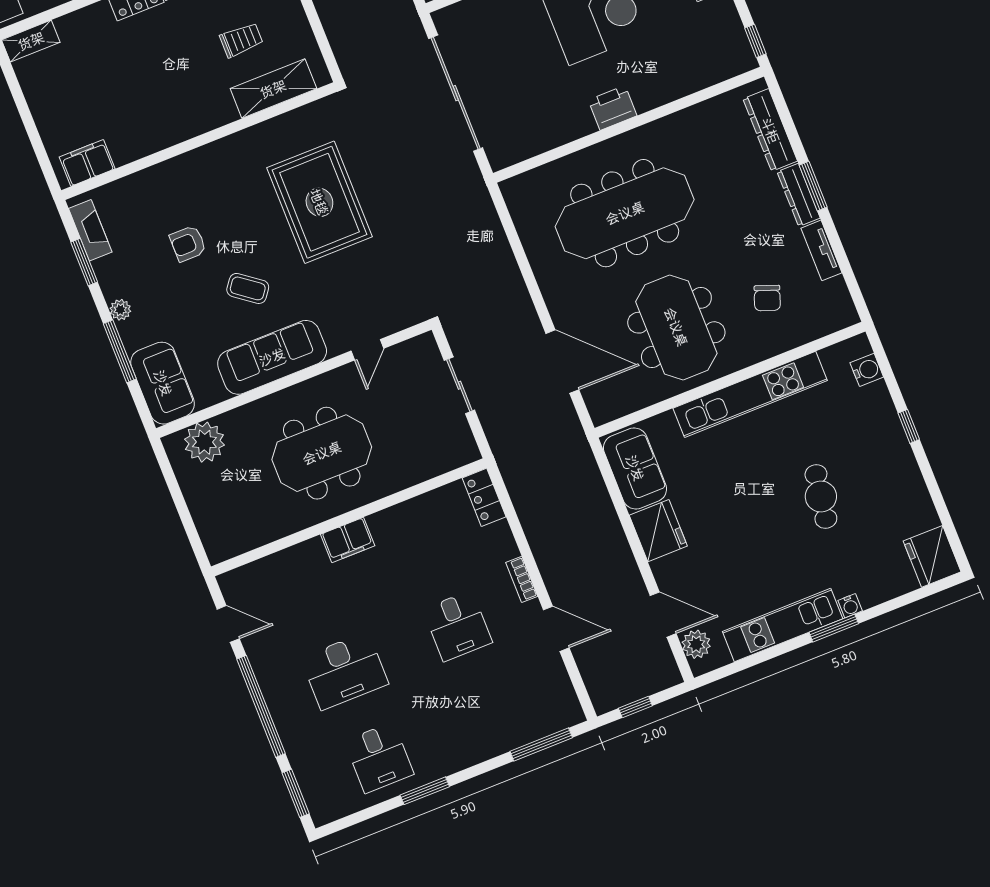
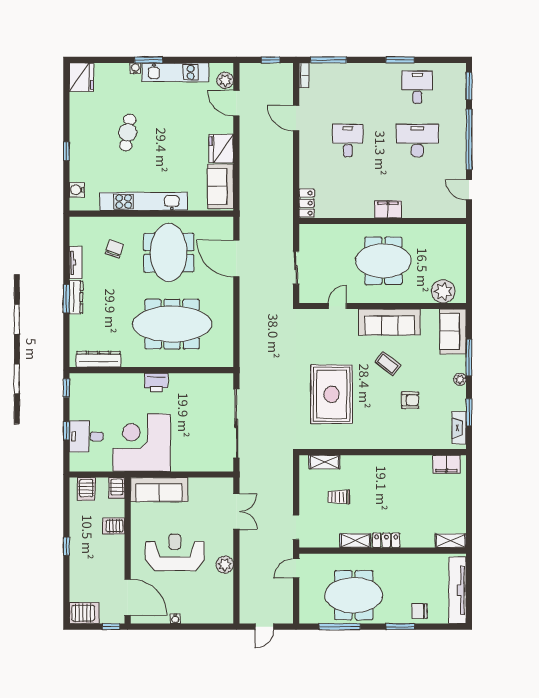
shelving: (273, 89) -> (324, 462), width x0.67, depth x0.75
dresser: (770, 130) -> (98, 359), moved, turned -90
bookcase: (522, 579) -> (304, 75), moved

